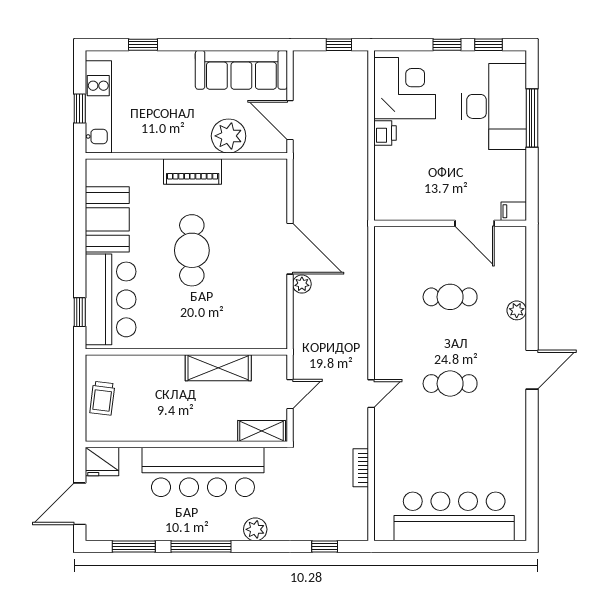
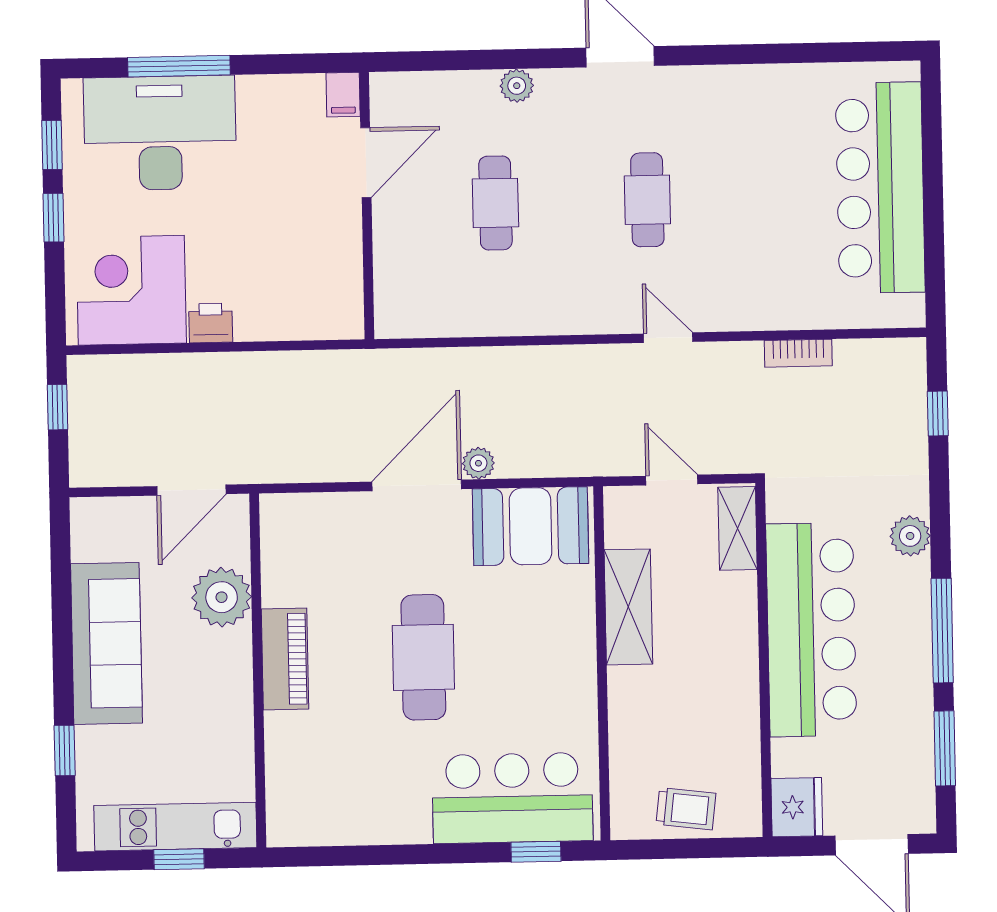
sofa: (241, 70) -> (106, 643), moved
booth: (107, 219) -> (531, 526), moved
cafe table: (192, 250) -> (423, 657), turned 90

